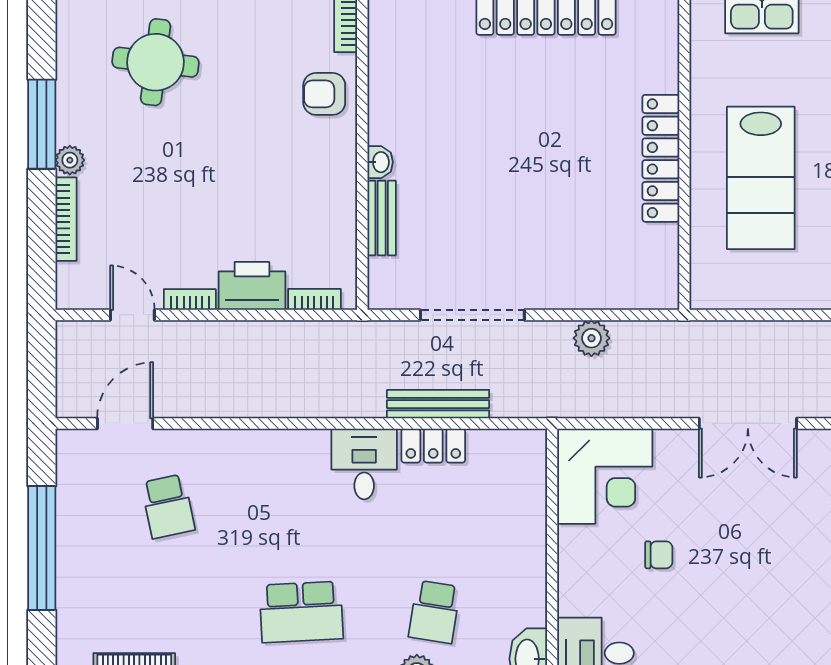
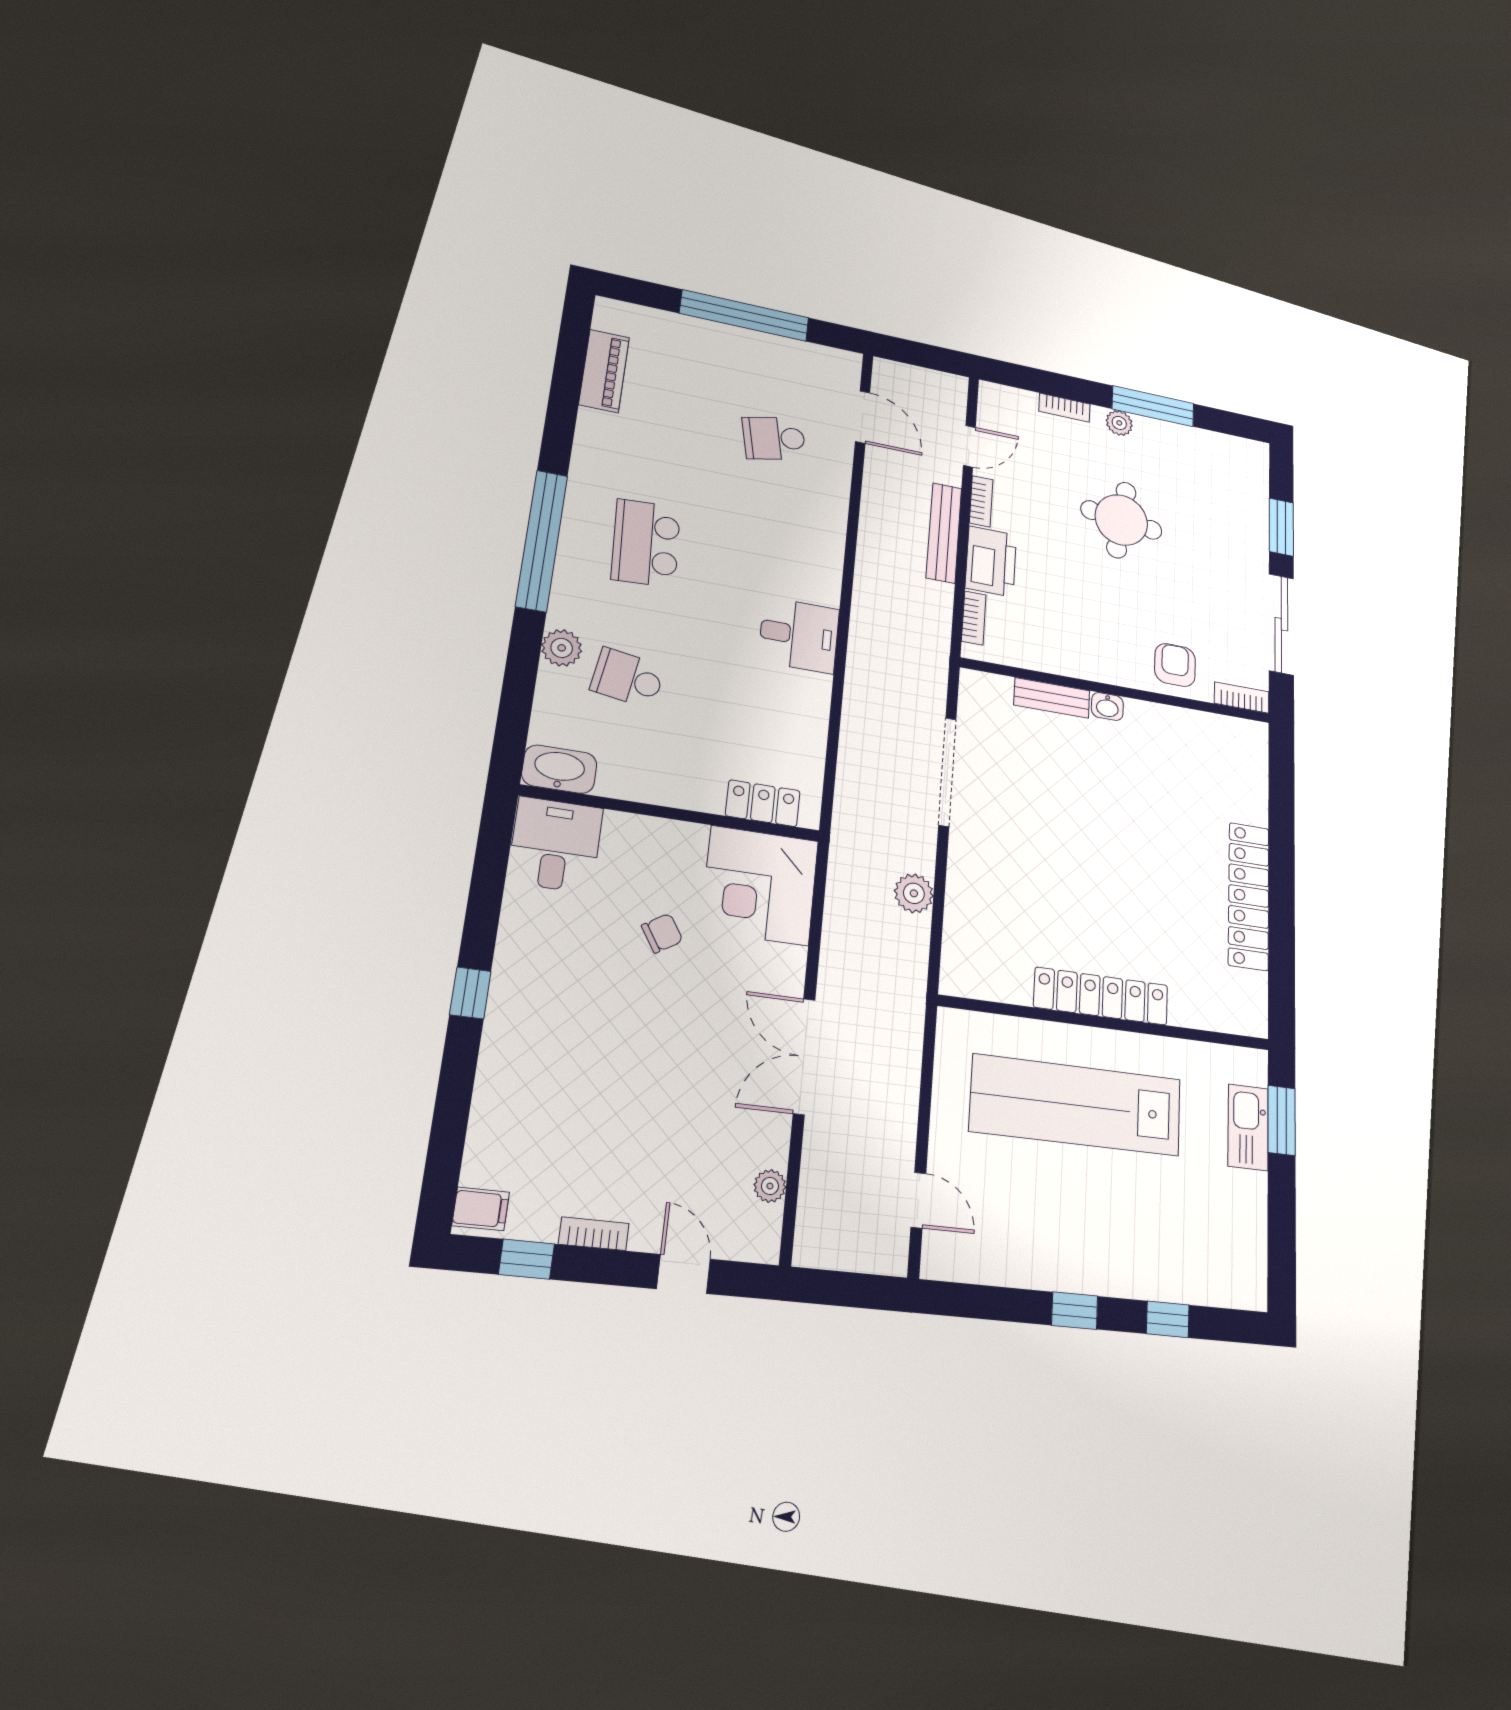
round table: (156, 62) -> (1121, 520), moved
lab bench: (761, 178) -> (1076, 1105), width x1.36
bookcase: (66, 219) -> (1064, 408), width x0.64
bench: (438, 404) -> (944, 533), moved
locker: (433, 446) -> (763, 803), moved, turned 90
chair: (659, 555) -> (662, 933), turned -122

